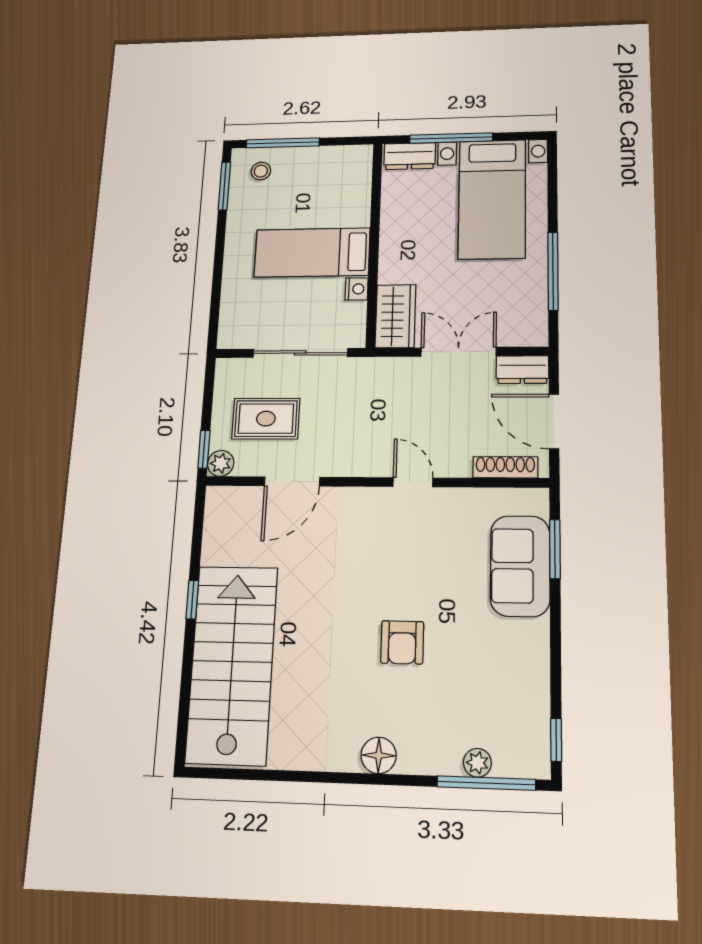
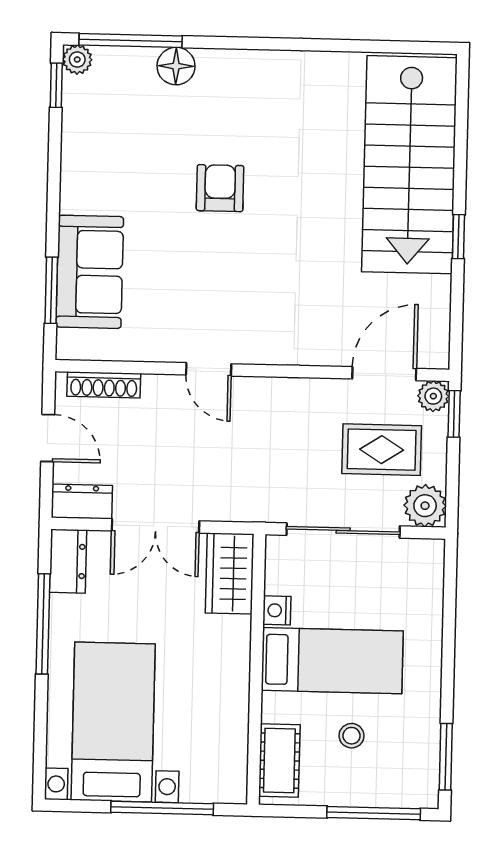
dresser: (410, 156) -> (68, 561), moved, turned 90
stool: (261, 171) -> (352, 736), moved
cot: (356, 177) -> (279, 761), added
plant: (232, 375) -> (425, 506), added
door: (554, 421) -> (48, 438), width x0.73
door: (292, 481) -> (384, 374), moved
floor lamp: (379, 755) -> (176, 66), moved
plant: (477, 763) -> (77, 60), moved

